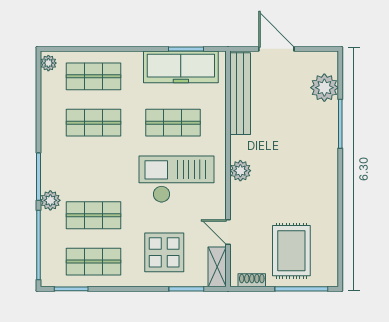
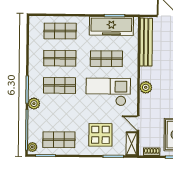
plant: (48, 63) -> (32, 147), moved
shop shelf: (94, 215) -> (60, 85), moved

